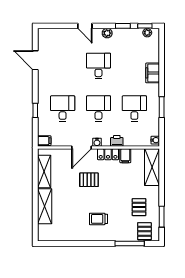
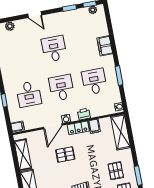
plant: (107, 33) -> (10, 26), moved
desk: (63, 109) -> (29, 94), turned 180

